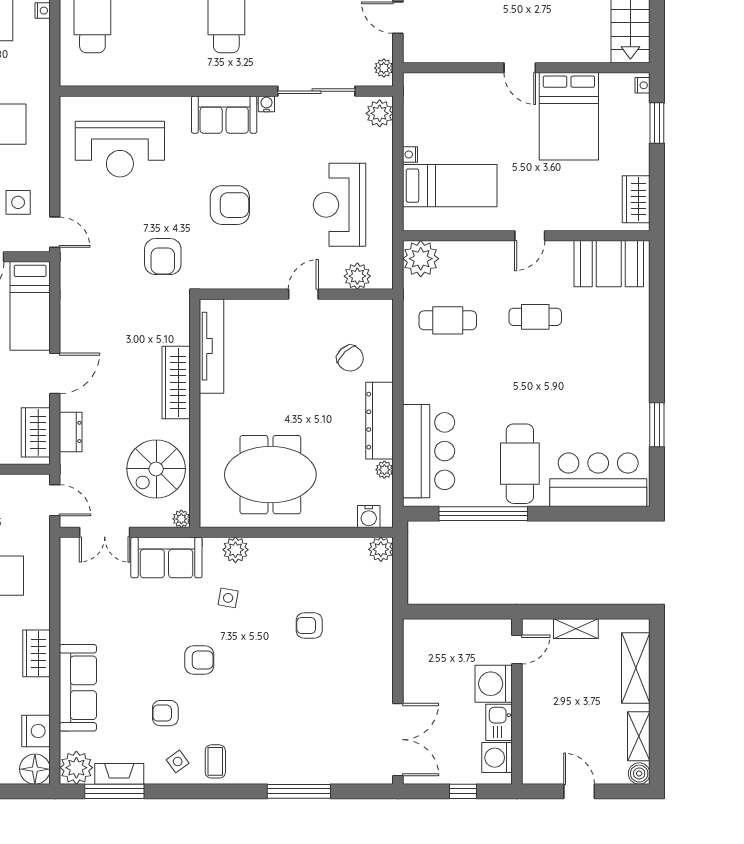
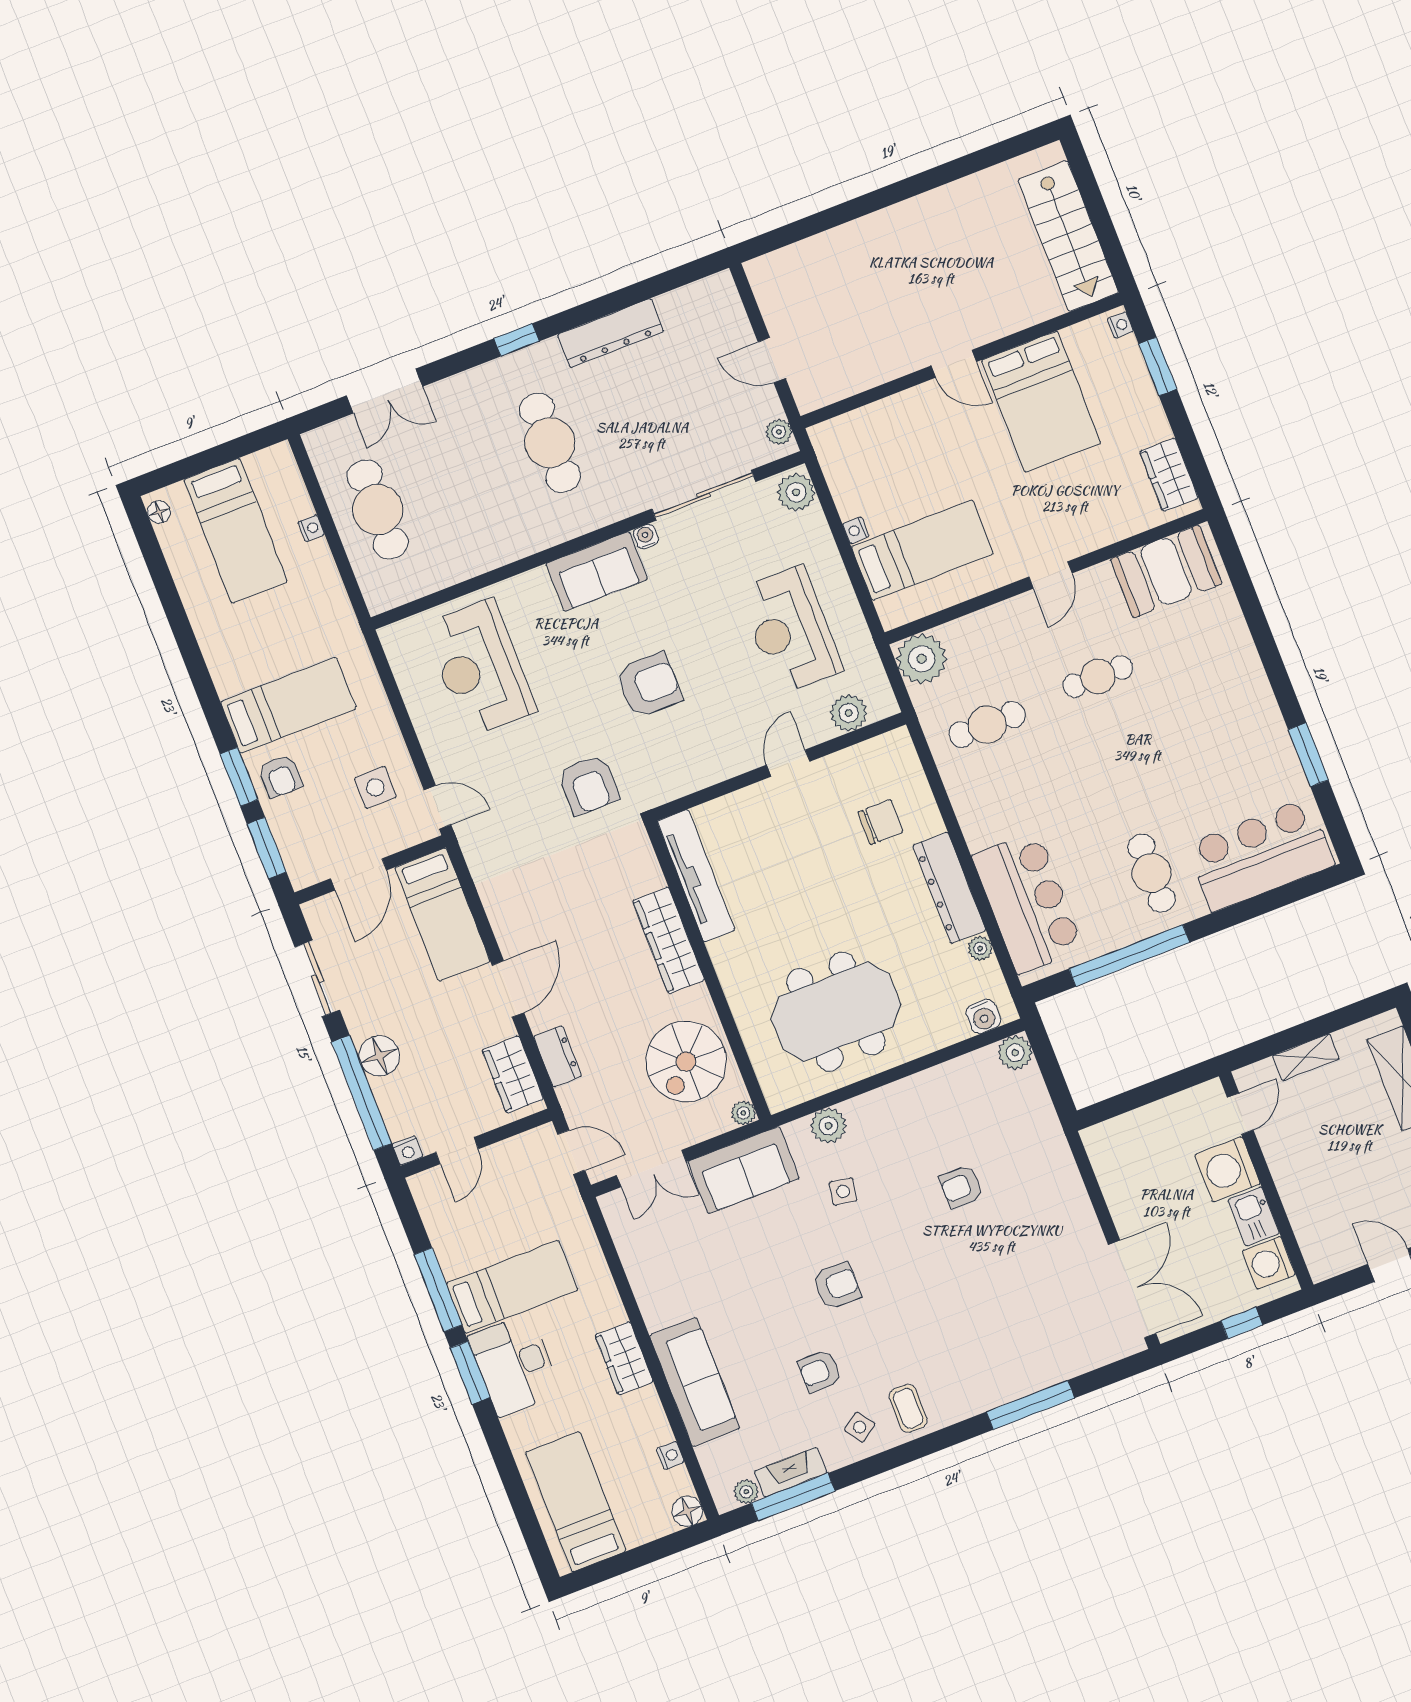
reception desk: (120, 149) -> (480, 668), turned 90
chair: (350, 358) -> (880, 822), turned -47
cafe table: (520, 464) -> (1151, 873), width x0.73, depth x0.74
nightstand: (36, 731) -> (670, 1455), width x0.53, depth x0.56
plant: (76, 768) -> (746, 1492), width x0.53, depth x0.53
floor lamp: (35, 769) -> (687, 1511), width x0.73, depth x0.73

